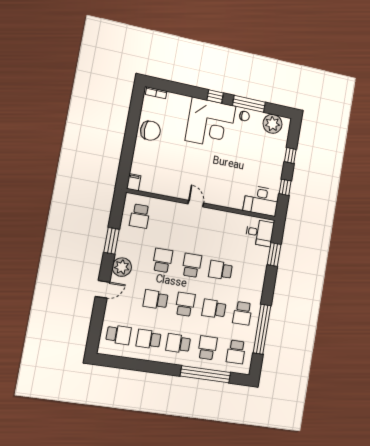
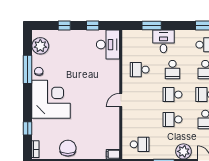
window: (215, 96) -> (28, 128), moved
school desk: (227, 232) -> (140, 70), added
desk: (260, 233) -> (163, 41), moved

